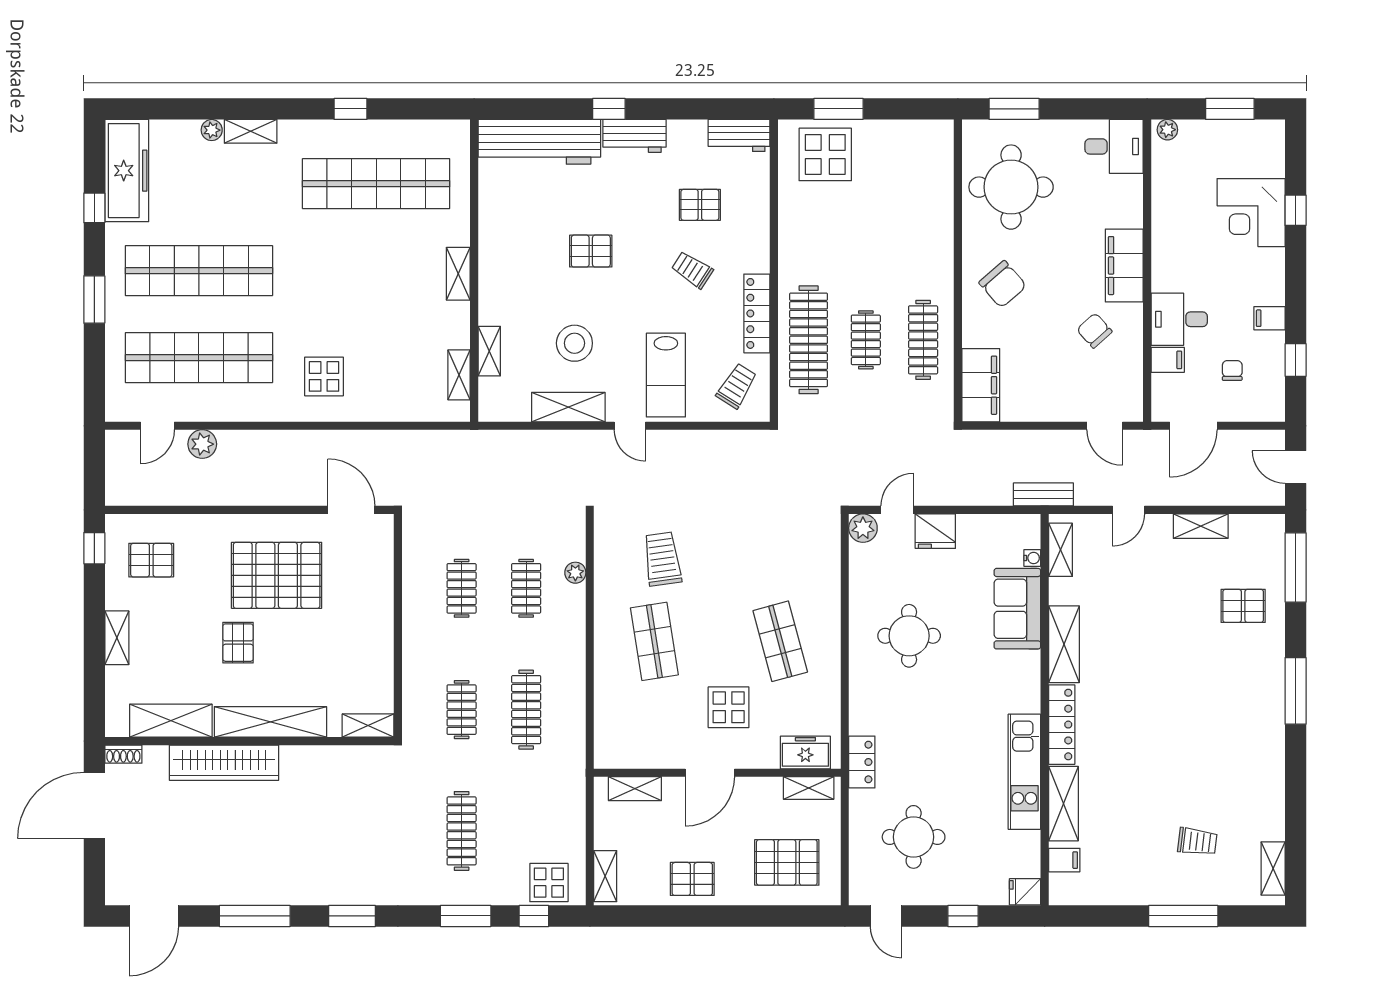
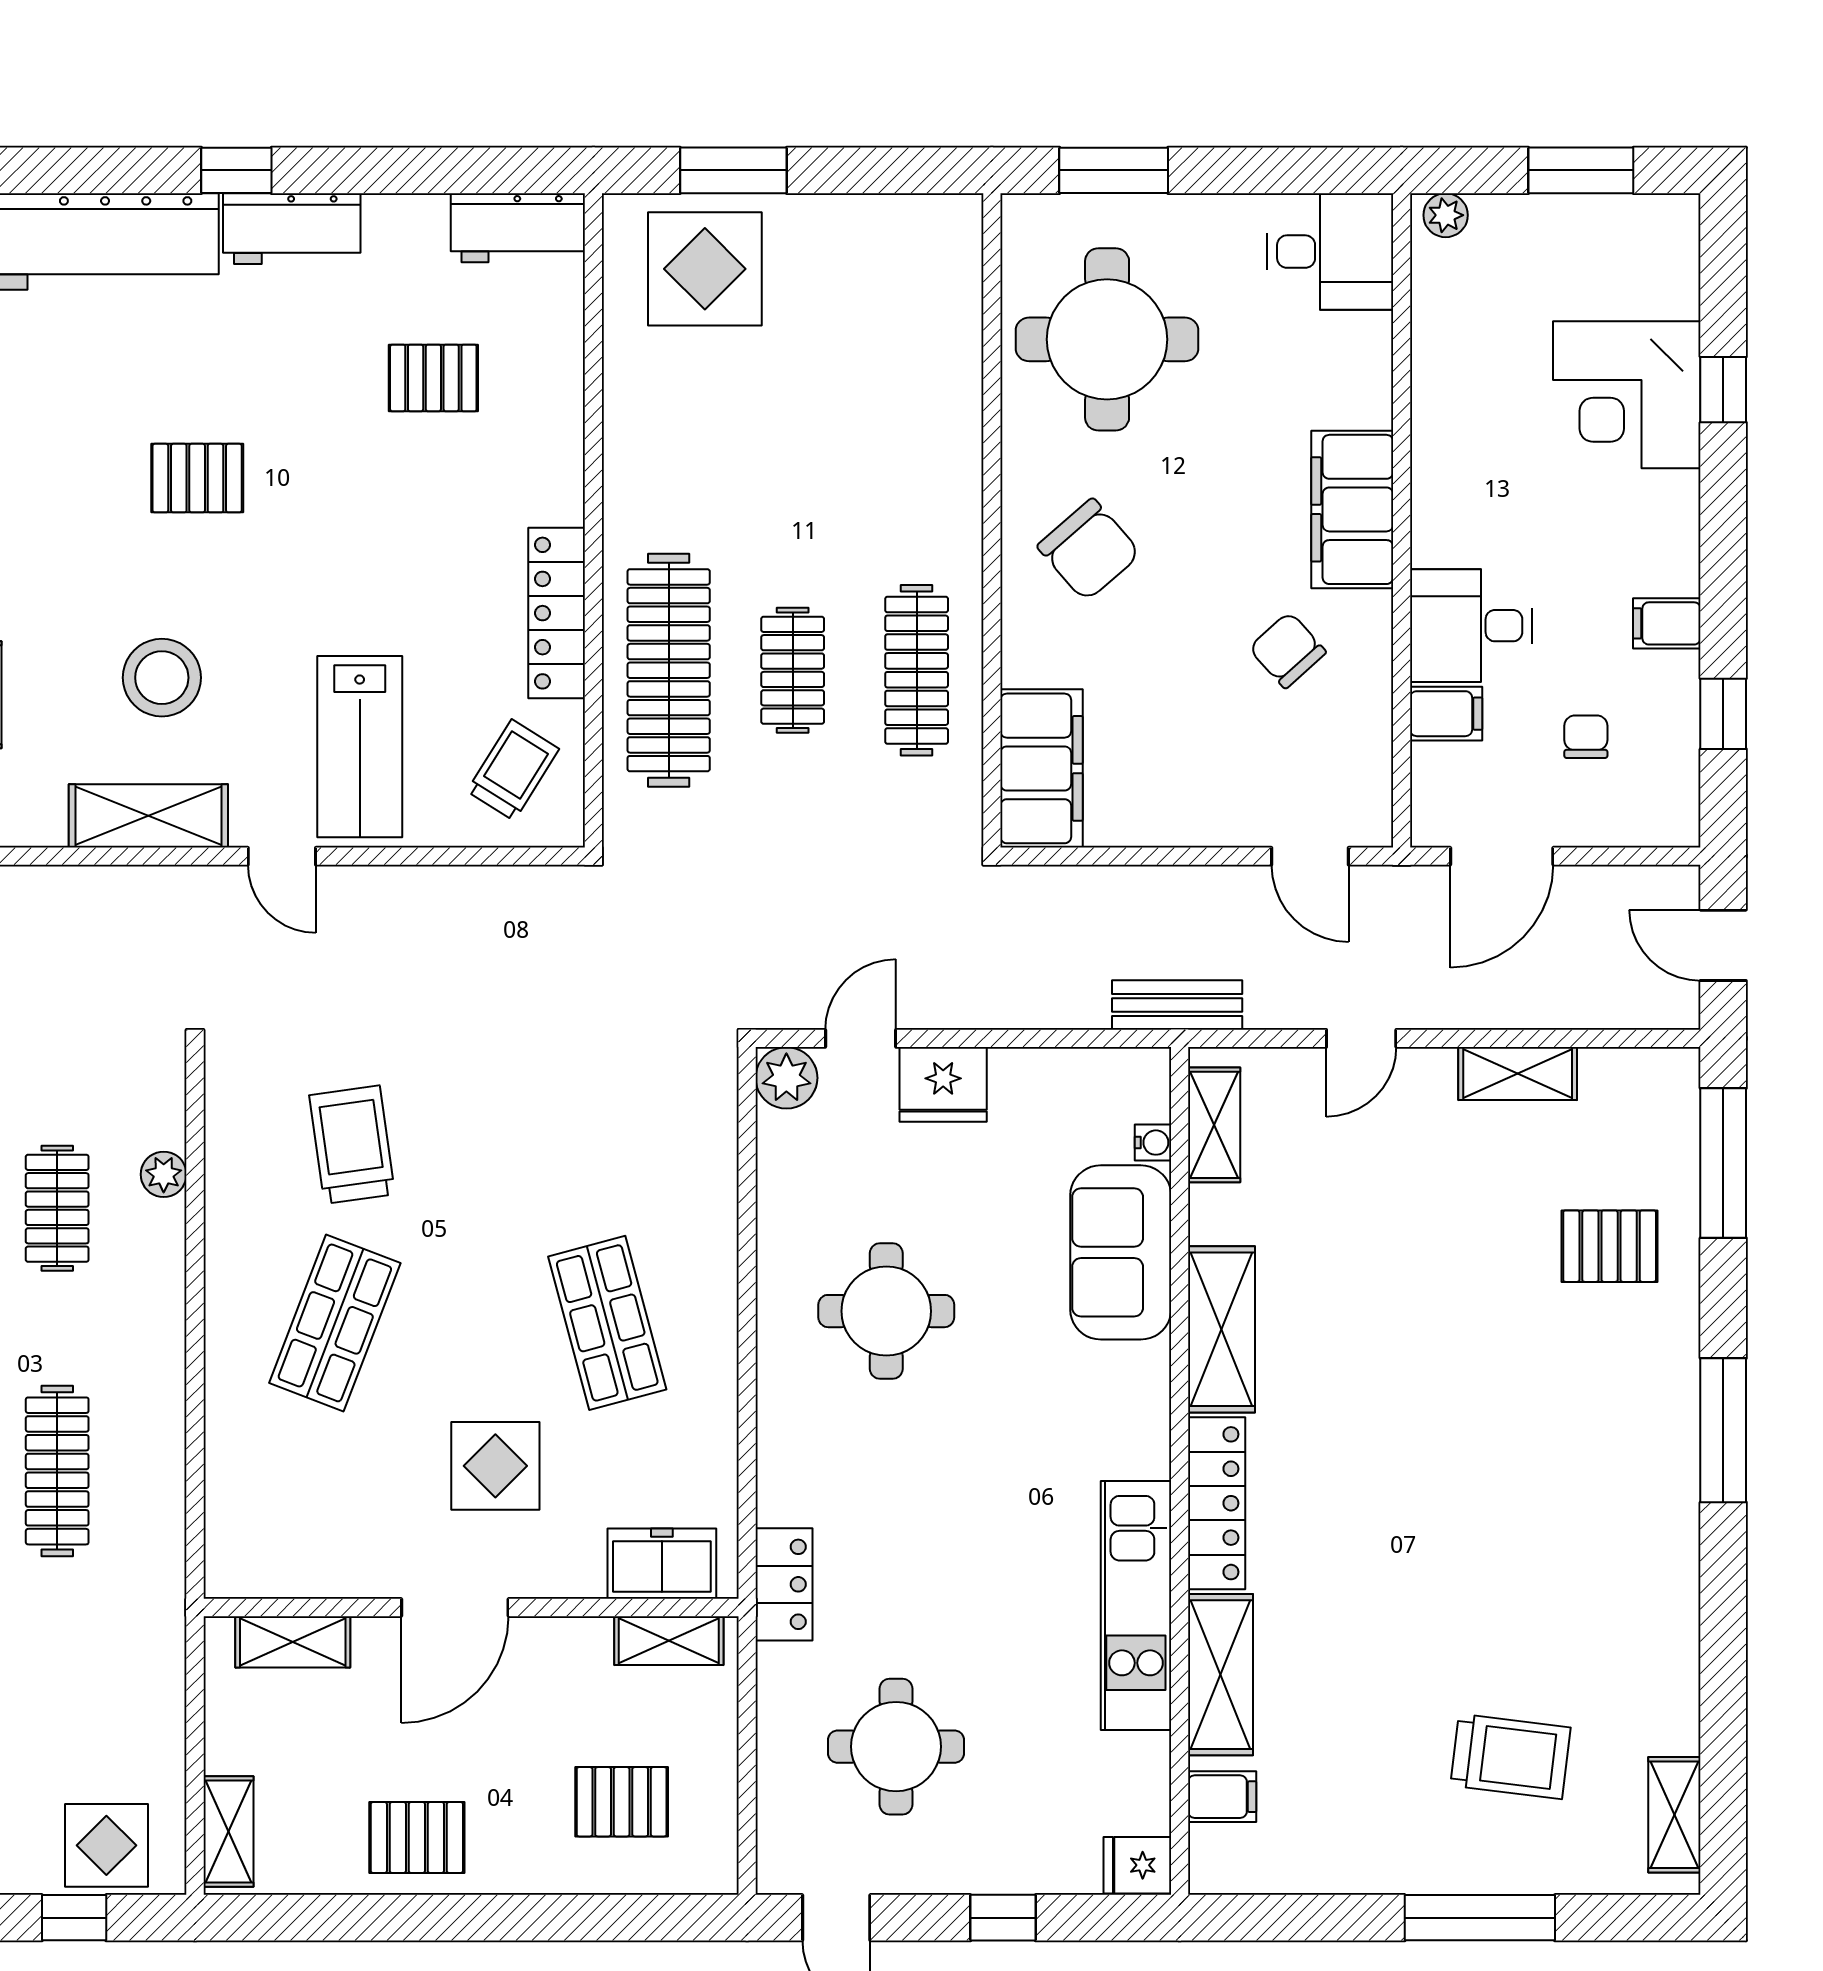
trolley: (692, 270) -> (417, 519), removed
shop shelf: (654, 641) -> (335, 1323), turned 30
trolley: (1197, 842) -> (1510, 1757), width x1.36, depth x1.39
pallet: (787, 862) -> (622, 1802), width x0.67, depth x0.71

